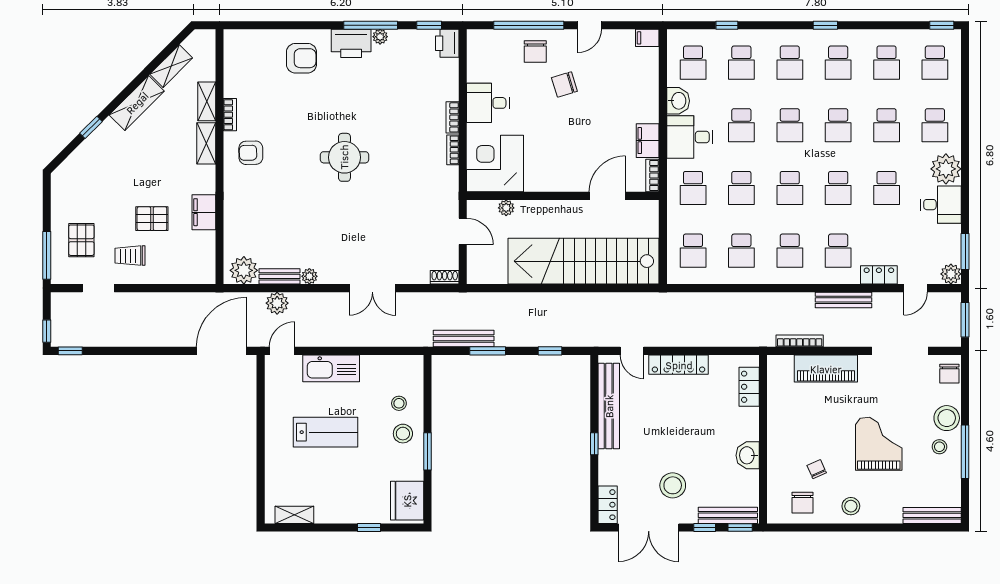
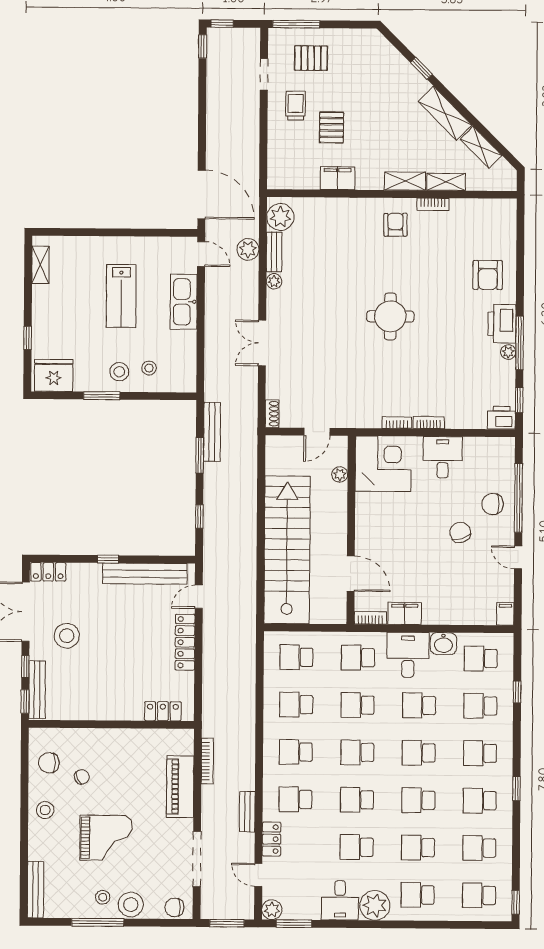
bench: (843, 300) -> (247, 812), width x0.73
washbasin: (748, 455) -> (96, 709), removed

